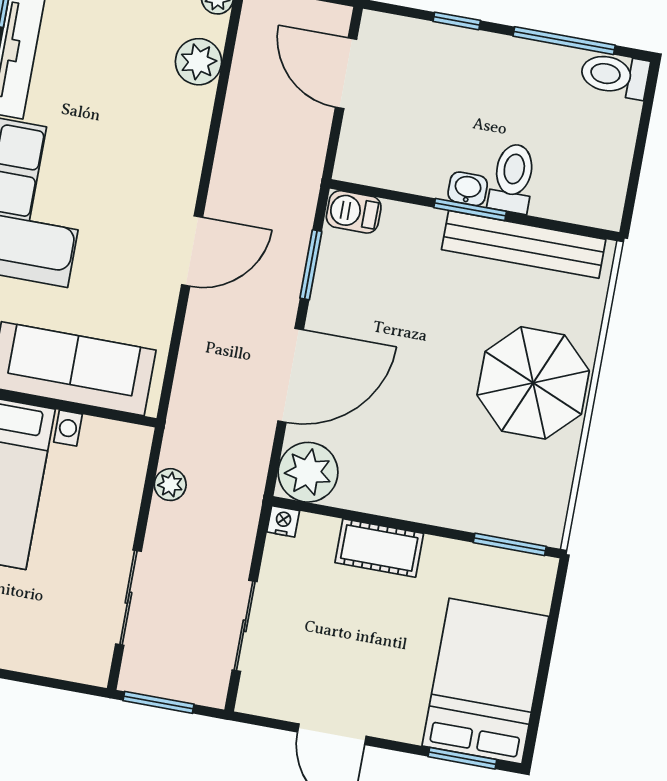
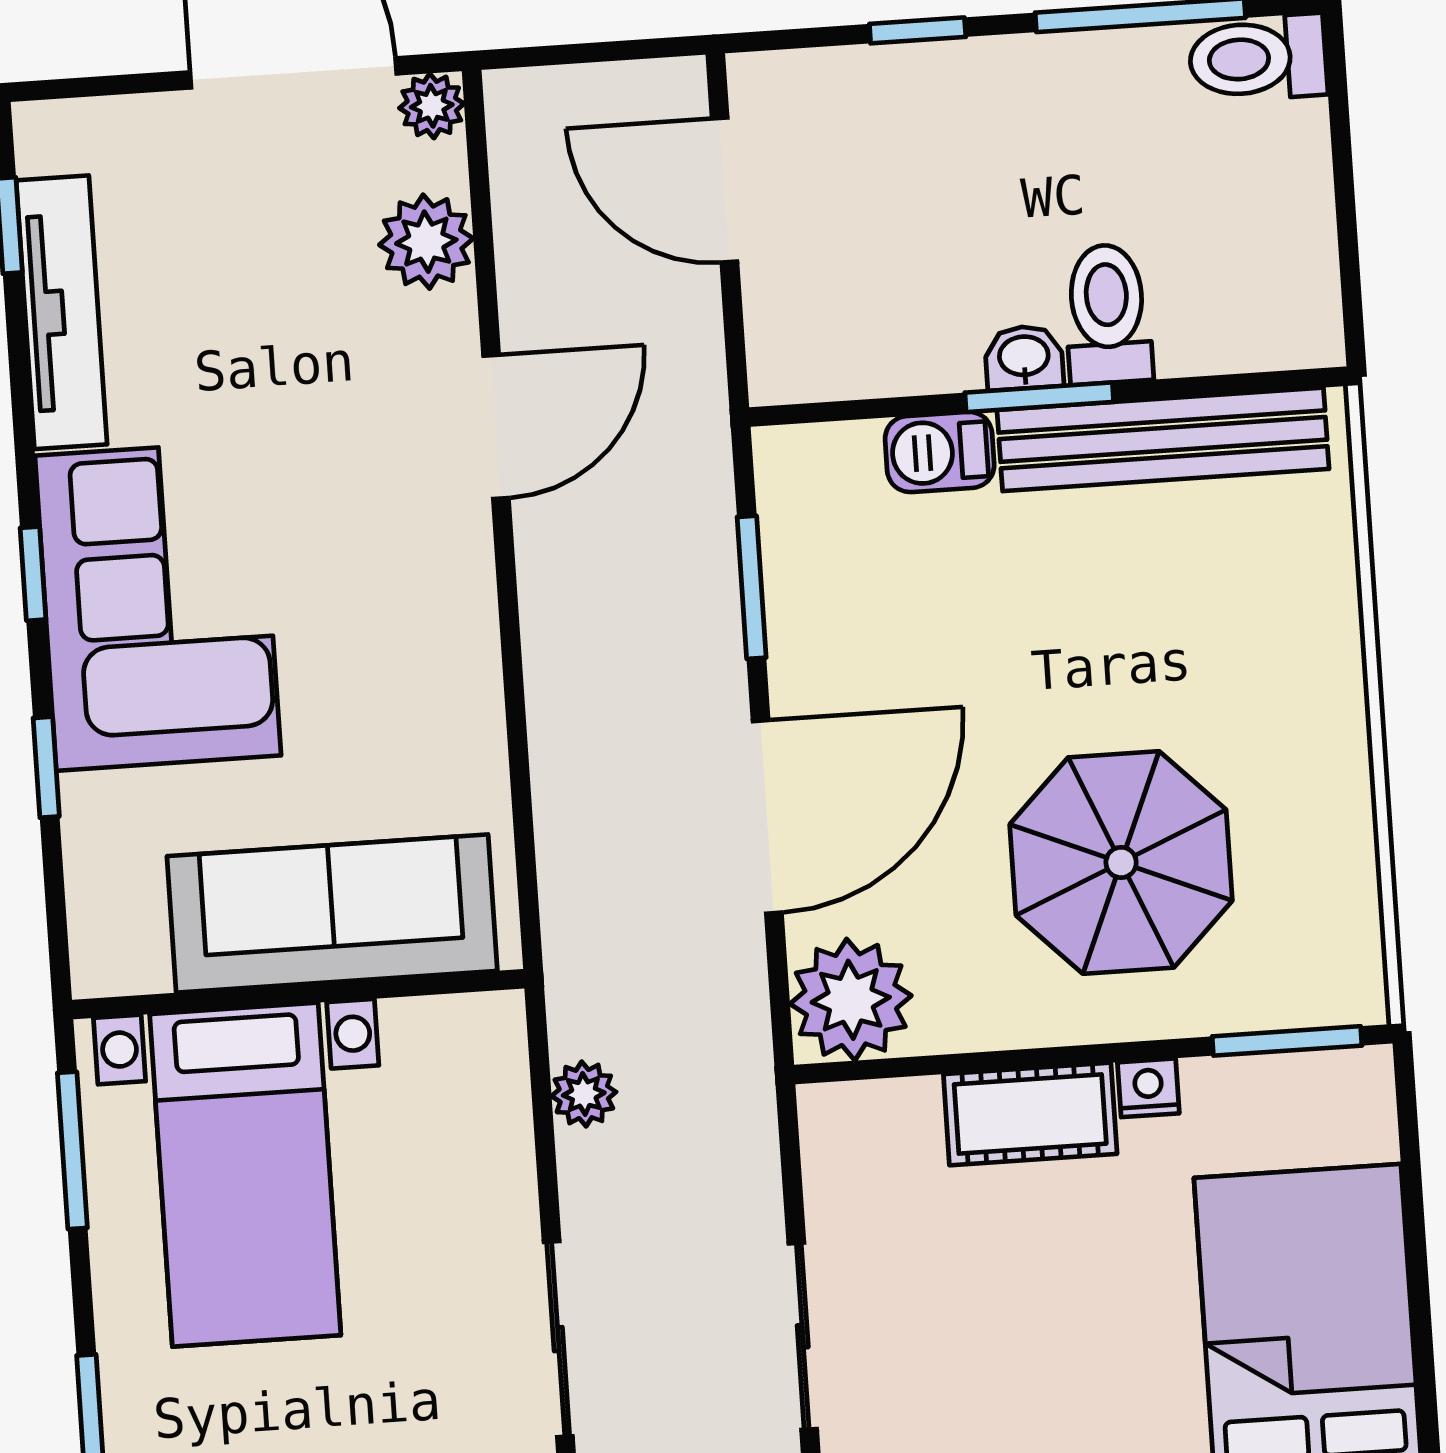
barbecue: (354, 212) -> (940, 452), moved
door: (192, 251) -> (496, 427), moved
parasol: (533, 383) -> (1121, 862), moved
nightstand: (283, 521) -> (1148, 1088), moved

